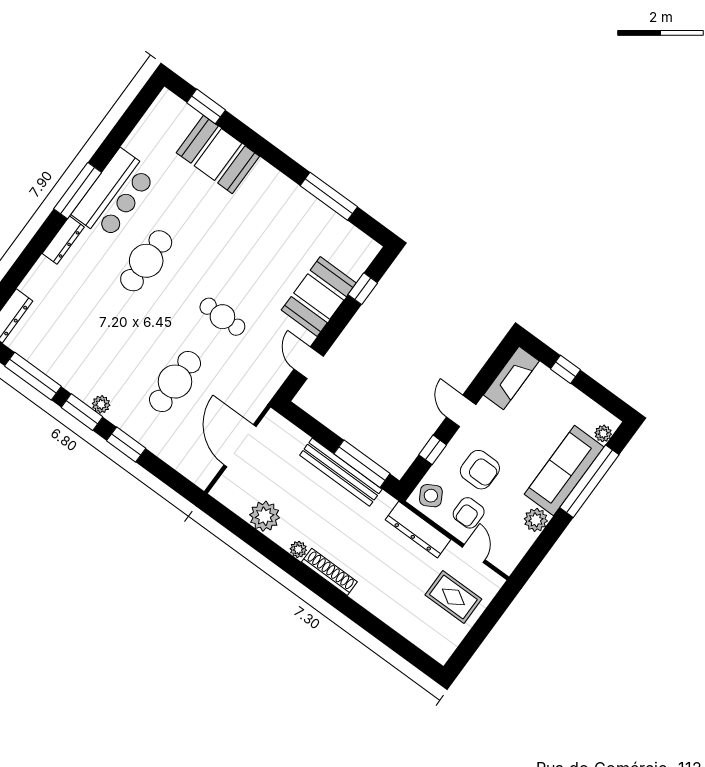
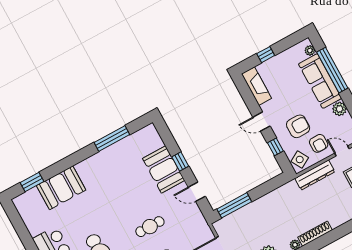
window: (363, 289) -> (180, 161), moved
window: (362, 464) -> (234, 205), moved
bench: (341, 472) -> (264, 202), removed

